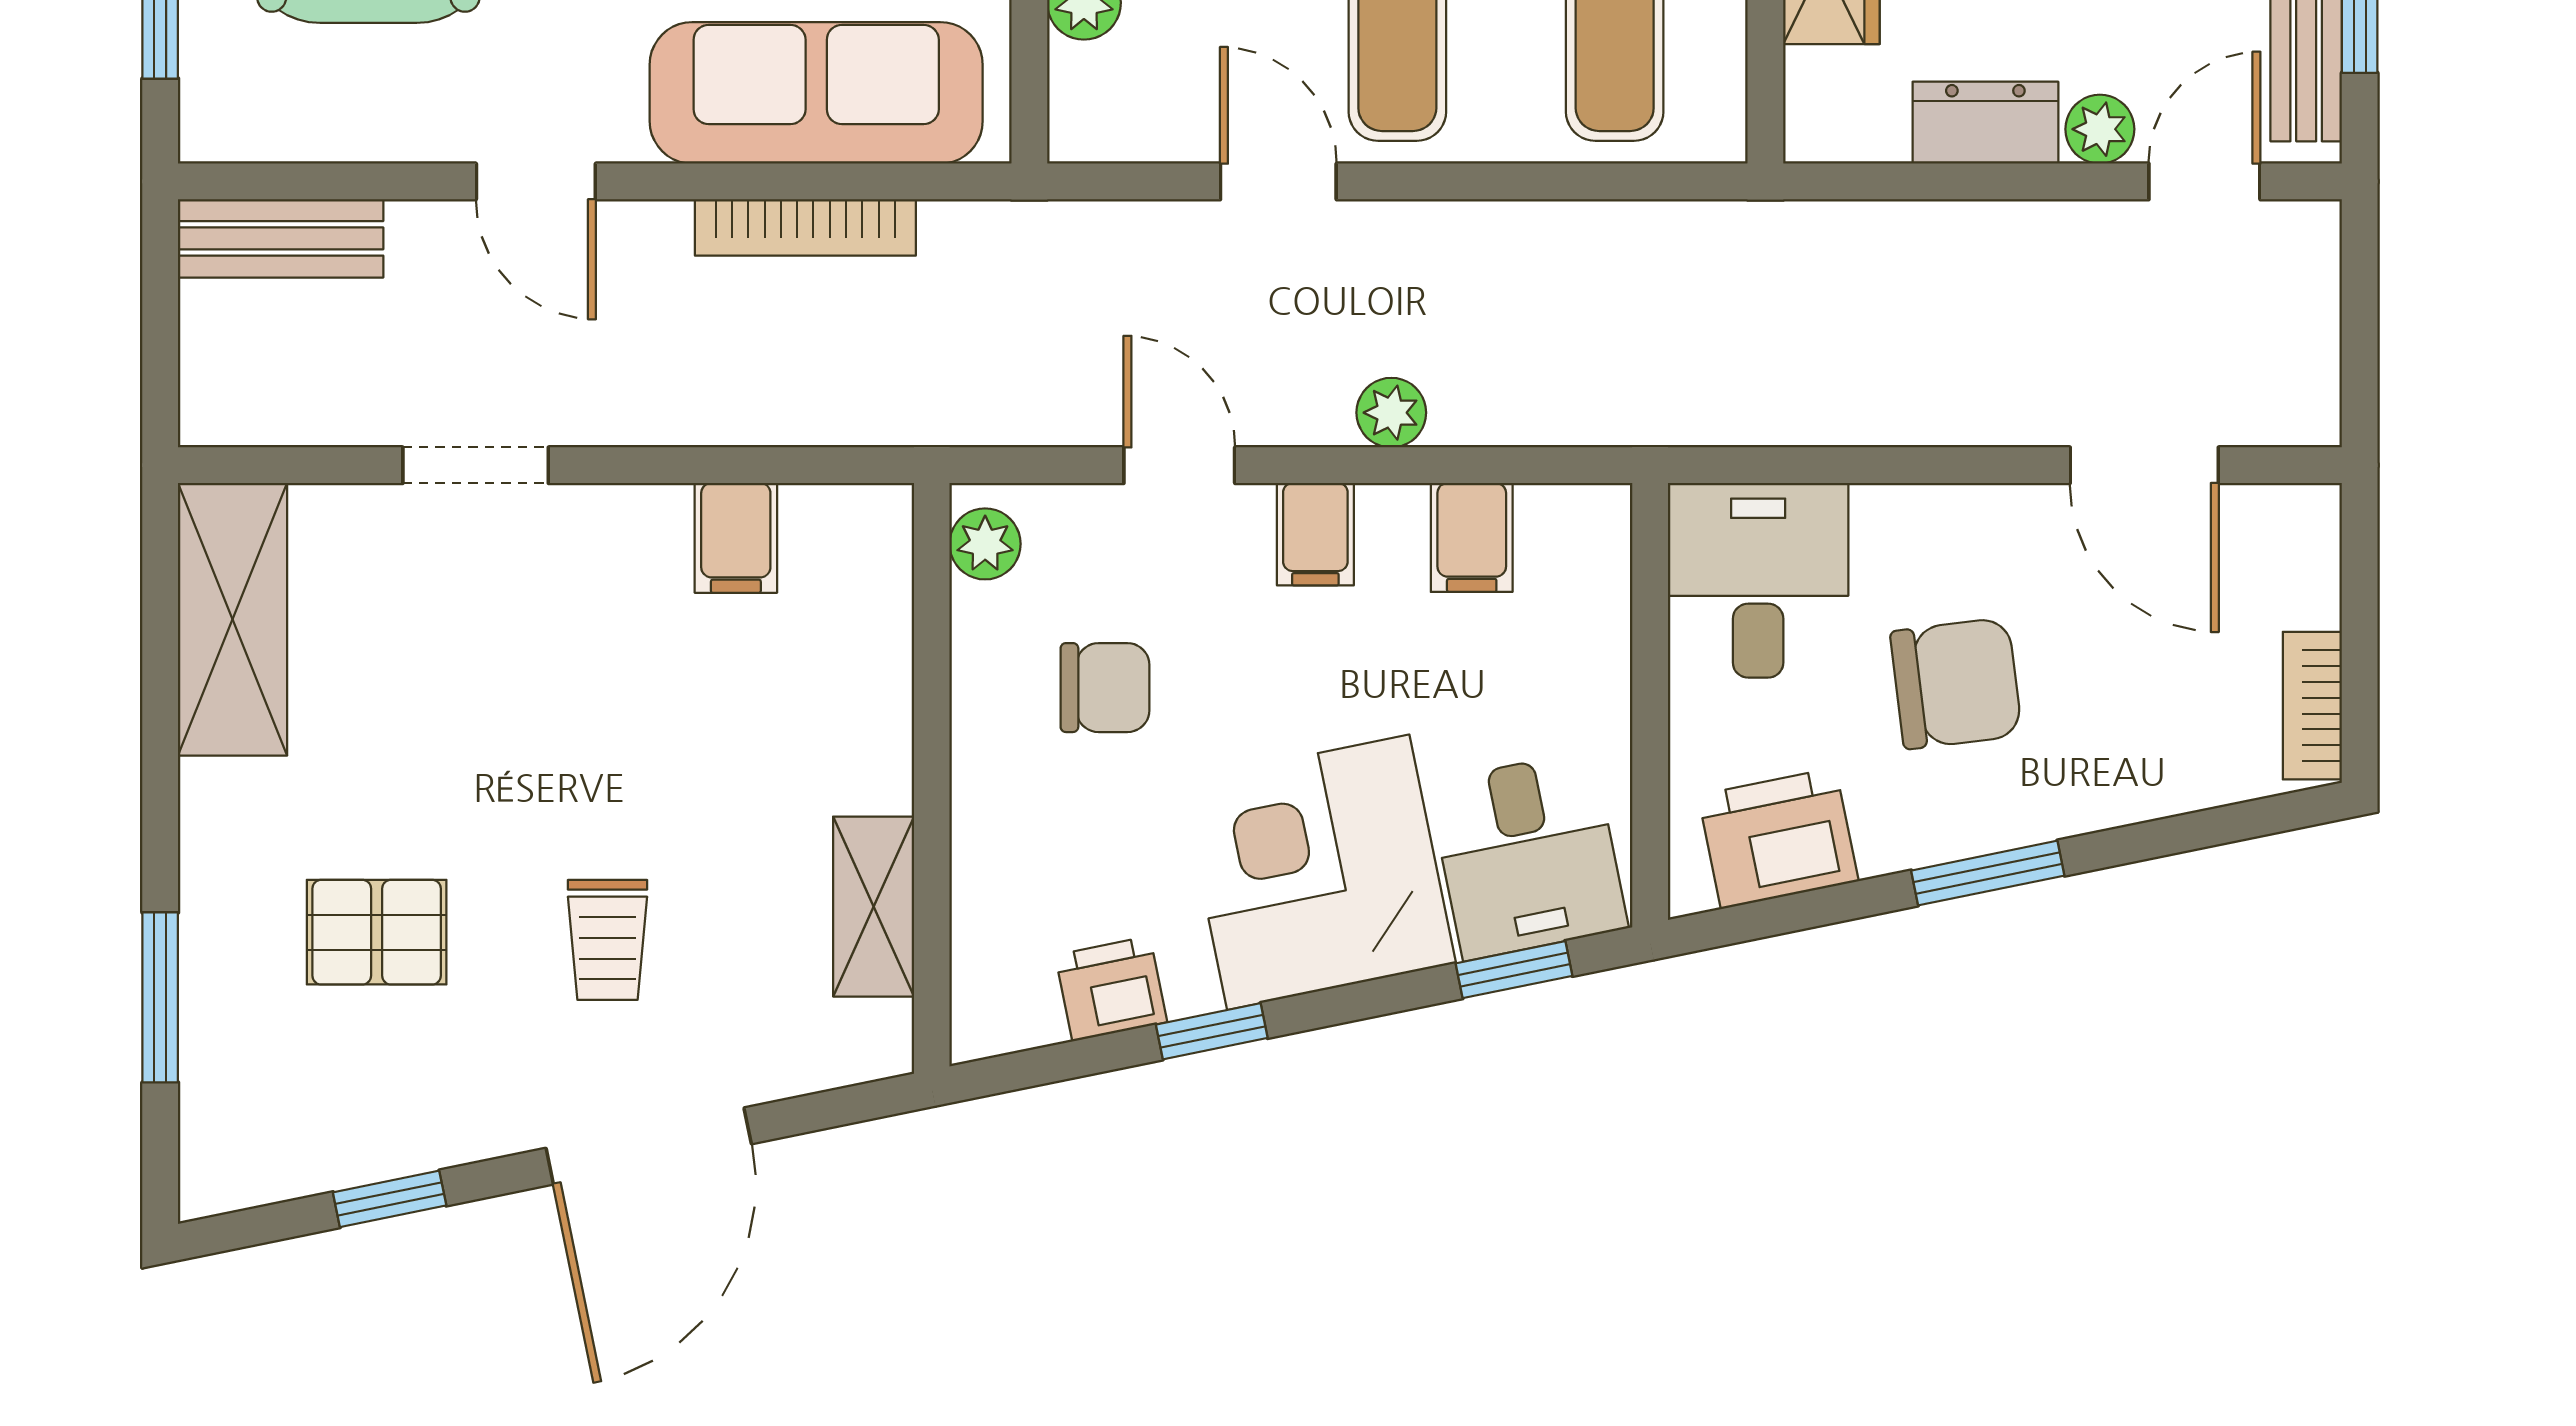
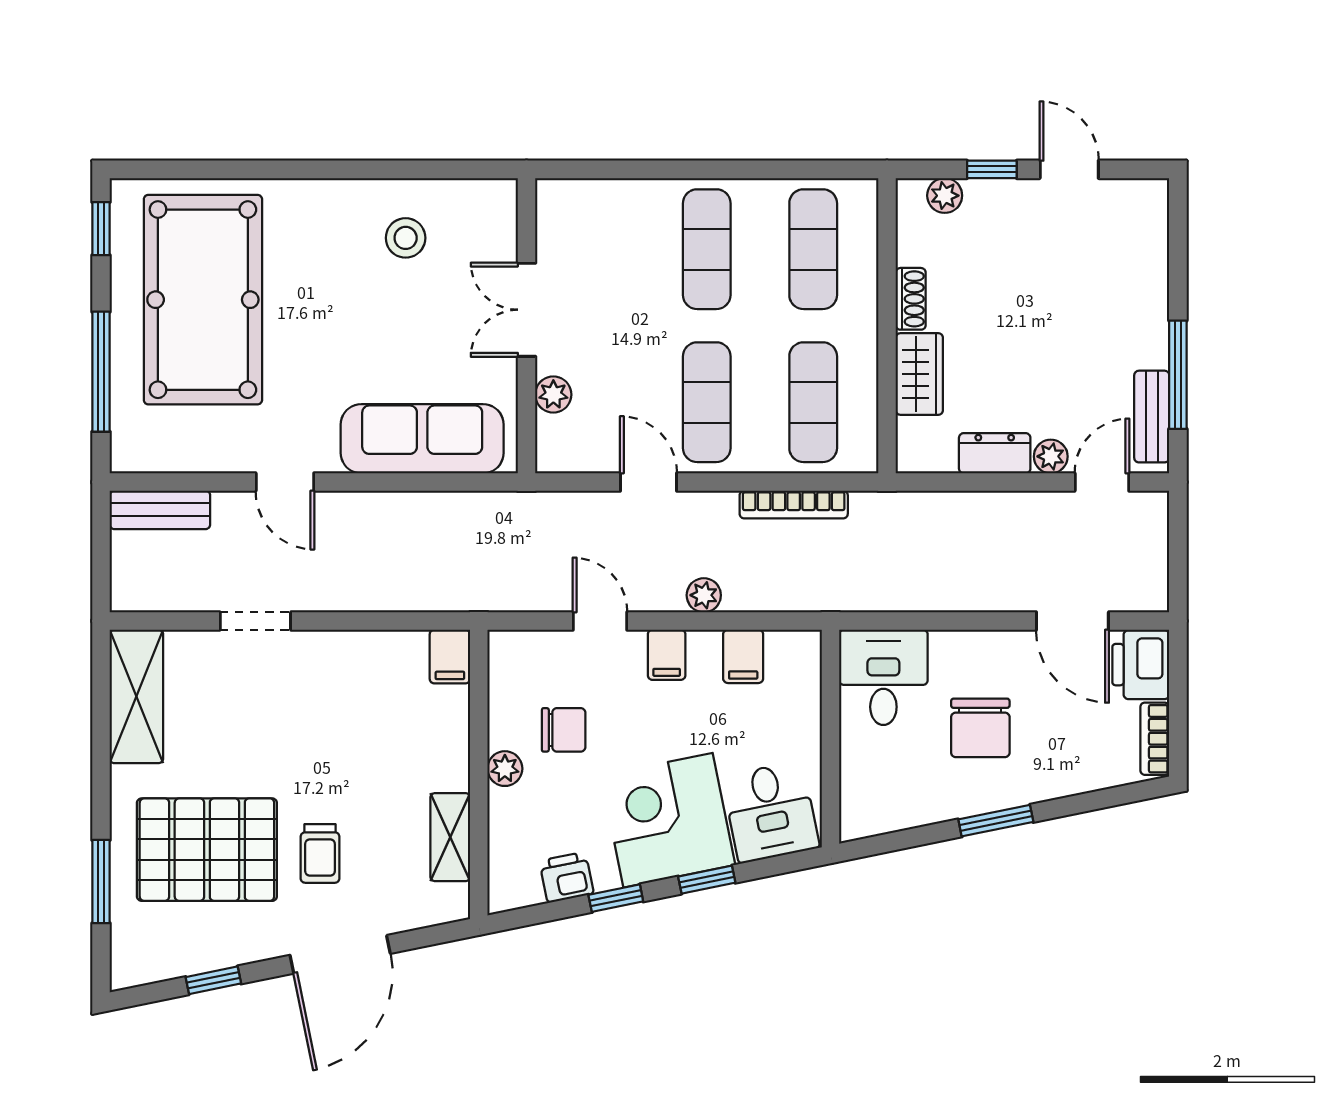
bookcase: (805, 227) -> (794, 505), moved
filing cabinet: (736, 538) -> (450, 657), moved
plant: (985, 544) -> (505, 769), moved
chair: (1956, 683) -> (980, 728), turned 97
printer: (1778, 838) -> (1141, 665), moved, turned -78
pallet: (377, 932) -> (207, 850), width x2.05, depth x2.00
window: (1514, 970) -> (707, 880), moved

